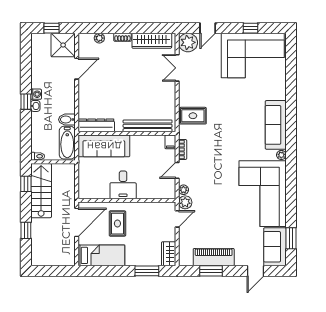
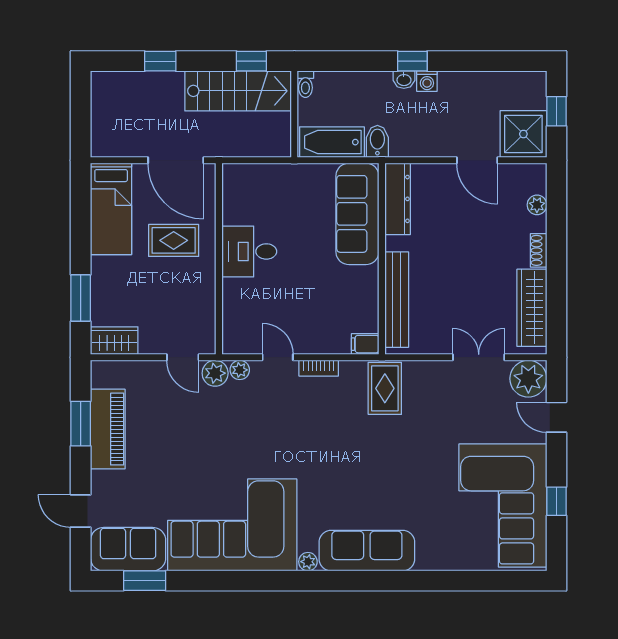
dresser: (96, 125) -> (398, 199), moved
bench: (148, 126) -> (397, 300), moved
wall: (127, 133) -> (382, 259), moved
filing cabinet: (170, 142) -> (365, 344), moved
sofa: (104, 146) -> (357, 214), moved

